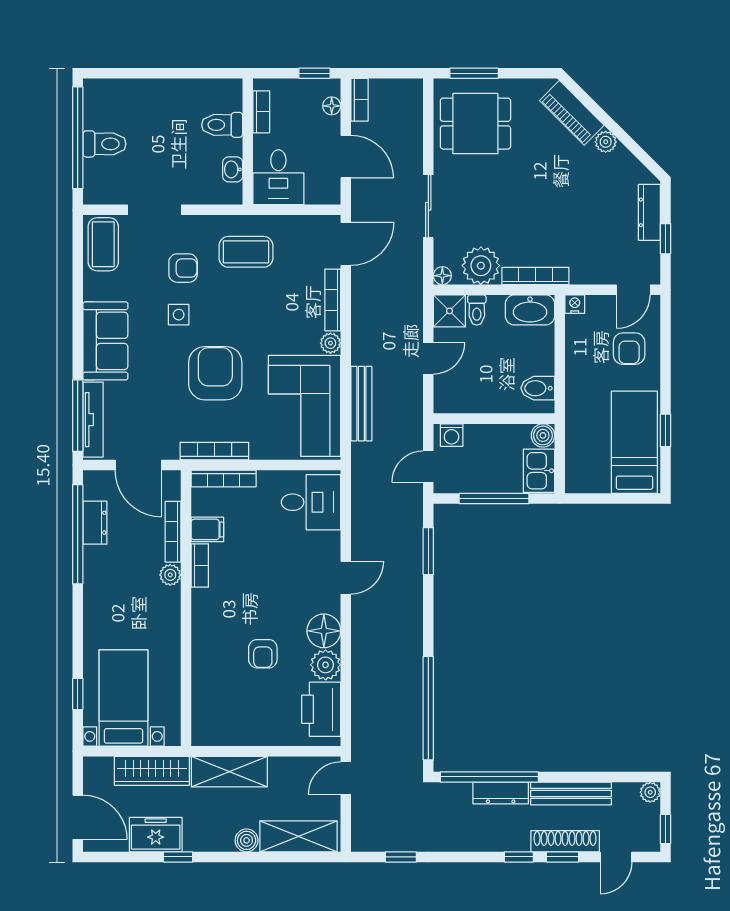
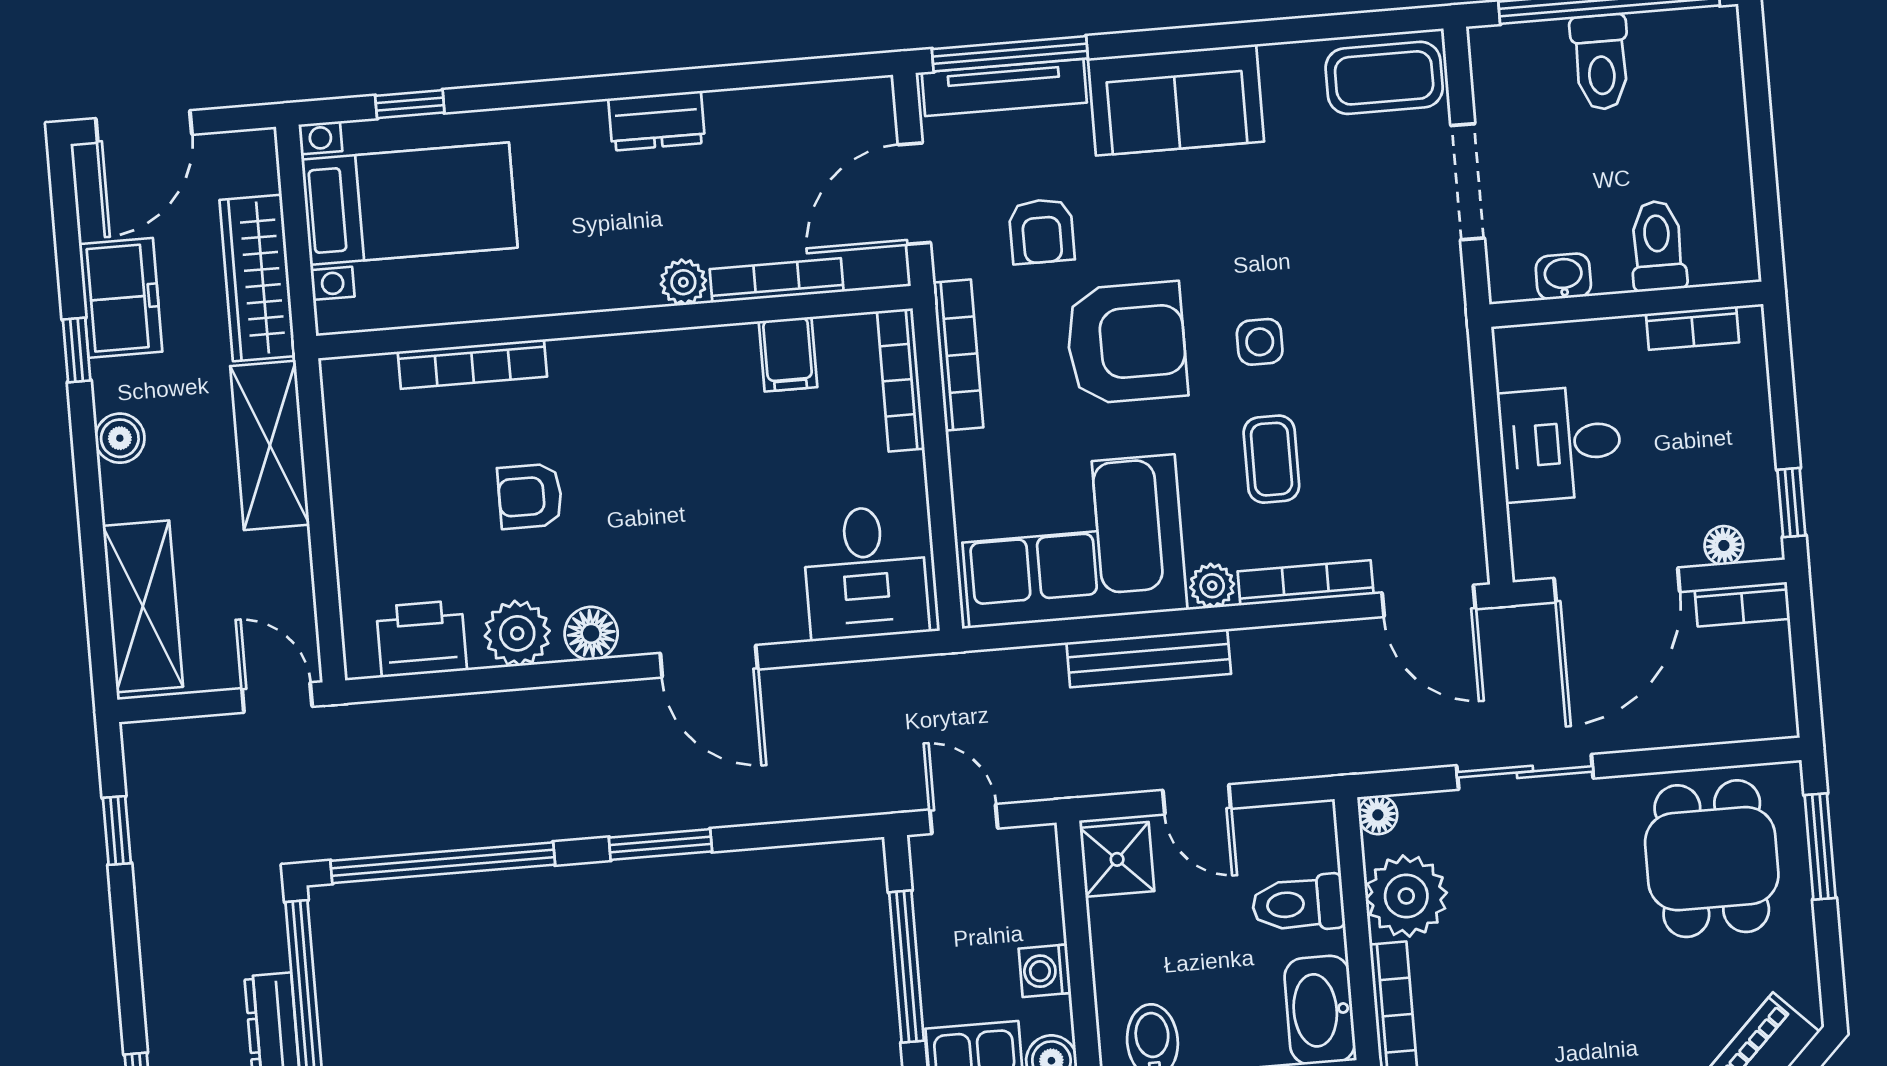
bookcase: (261, 112) -> (1693, 328), moved
toilet: (222, 125) -> (1657, 246), moved
wall: (248, 141) -> (1626, 304), moved
door: (346, 157) -> (1617, 585), width x1.36
washbasin: (233, 169) -> (1563, 277), moved
coffee table: (246, 252) -> (1271, 459), moved, width x0.73, depth x0.77
armchair: (183, 268) -> (1042, 231), moved
toilet: (477, 310) -> (1298, 904), width x1.37, depth x1.39
shower: (449, 311) -> (1117, 859), moved
side table: (179, 315) -> (1260, 342), moved
bench: (361, 404) -> (1149, 658), moved
washing machine: (452, 435) -> (1045, 971), moved
dresser: (95, 523) -> (657, 121), moved
window: (78, 534) -> (754, 75), removed
window: (428, 551) -> (660, 844), moved
bookcase: (200, 565) -> (472, 364), moved, width x1.56
door: (346, 578) -> (709, 661), width x1.38
floor lamp: (324, 631) -> (591, 633), width x0.73, depth x0.73
printer: (321, 709) -> (421, 639), width x0.73, depth x0.84
boiler: (247, 840) -> (120, 438), moved

